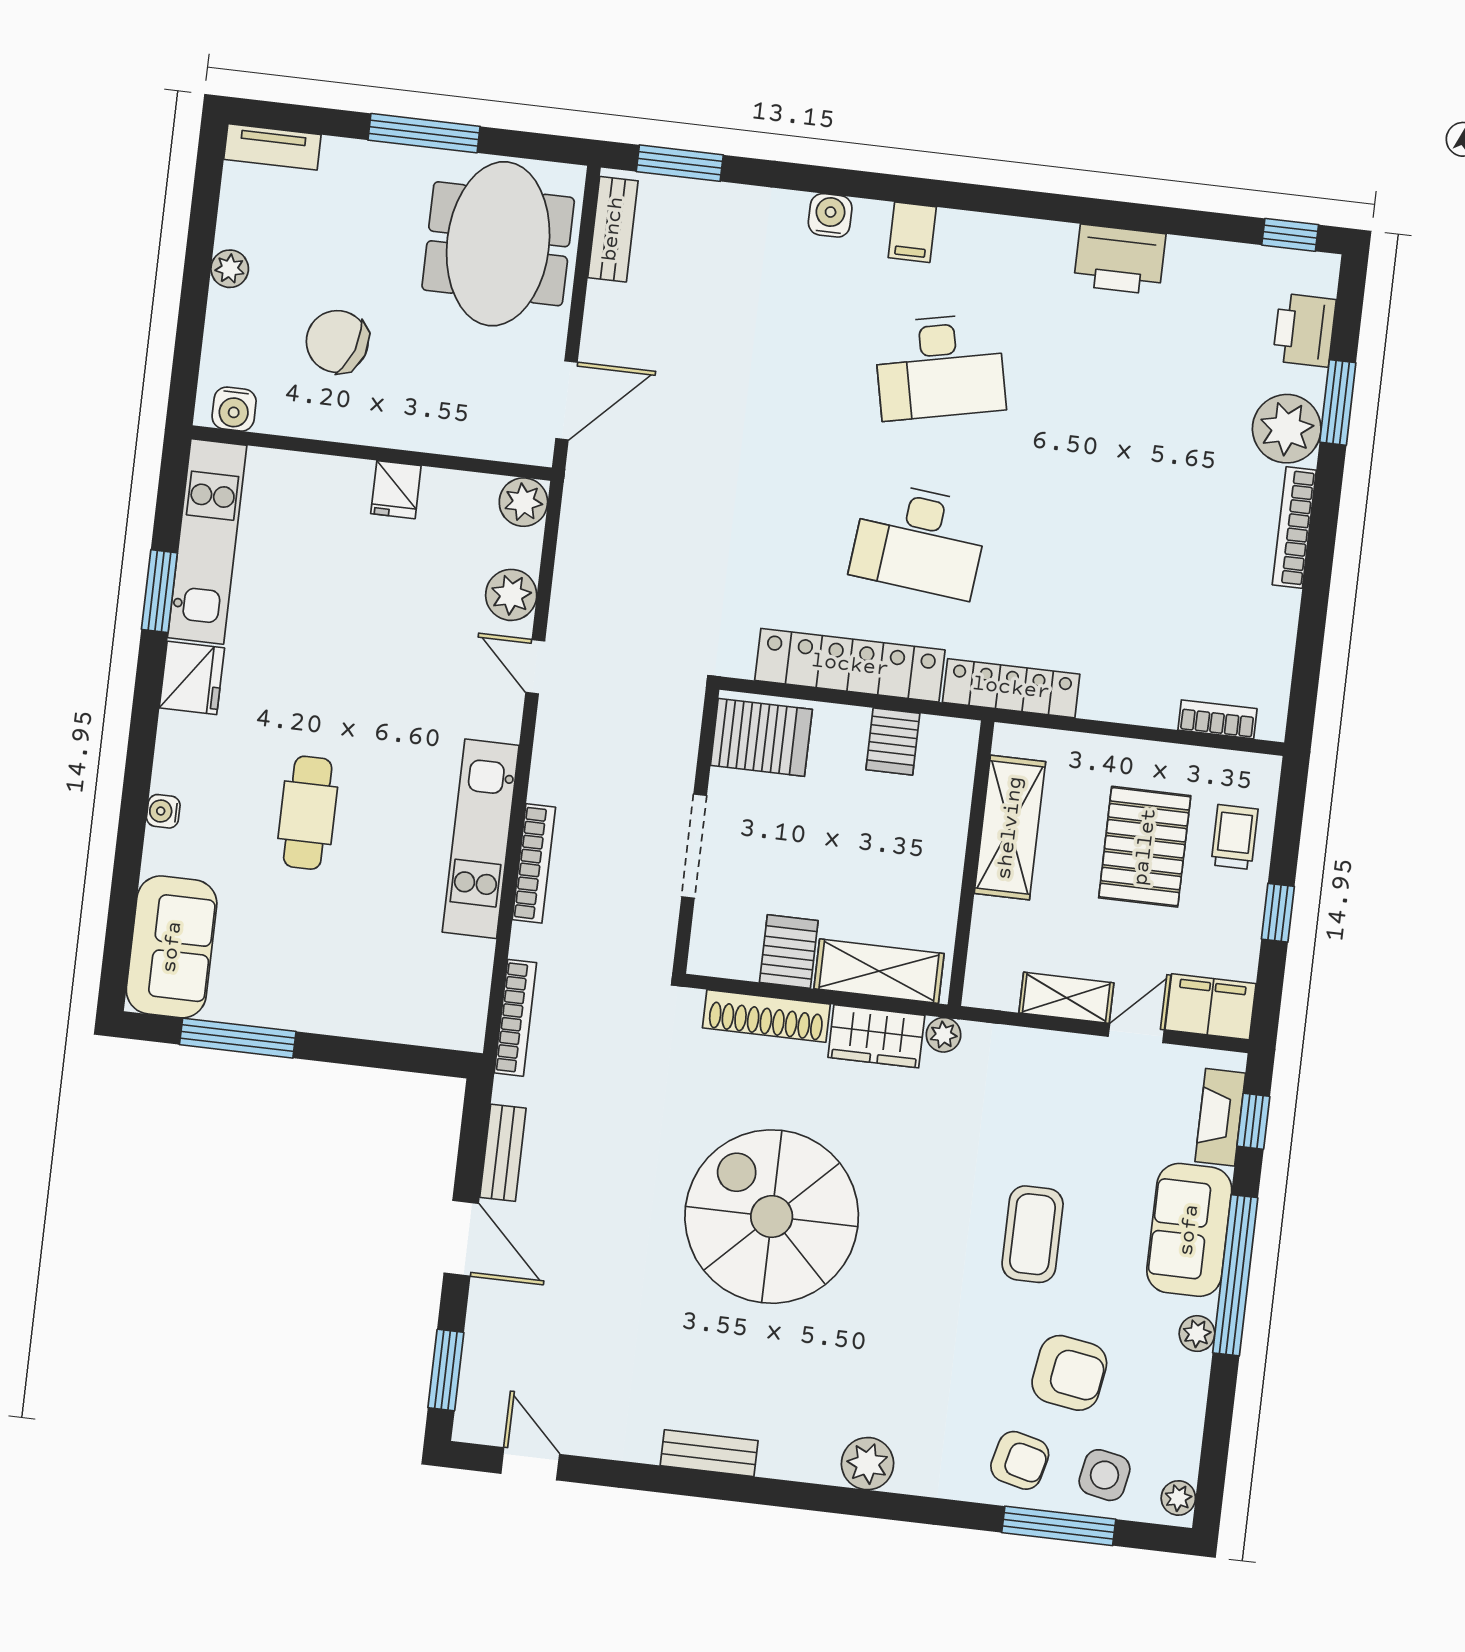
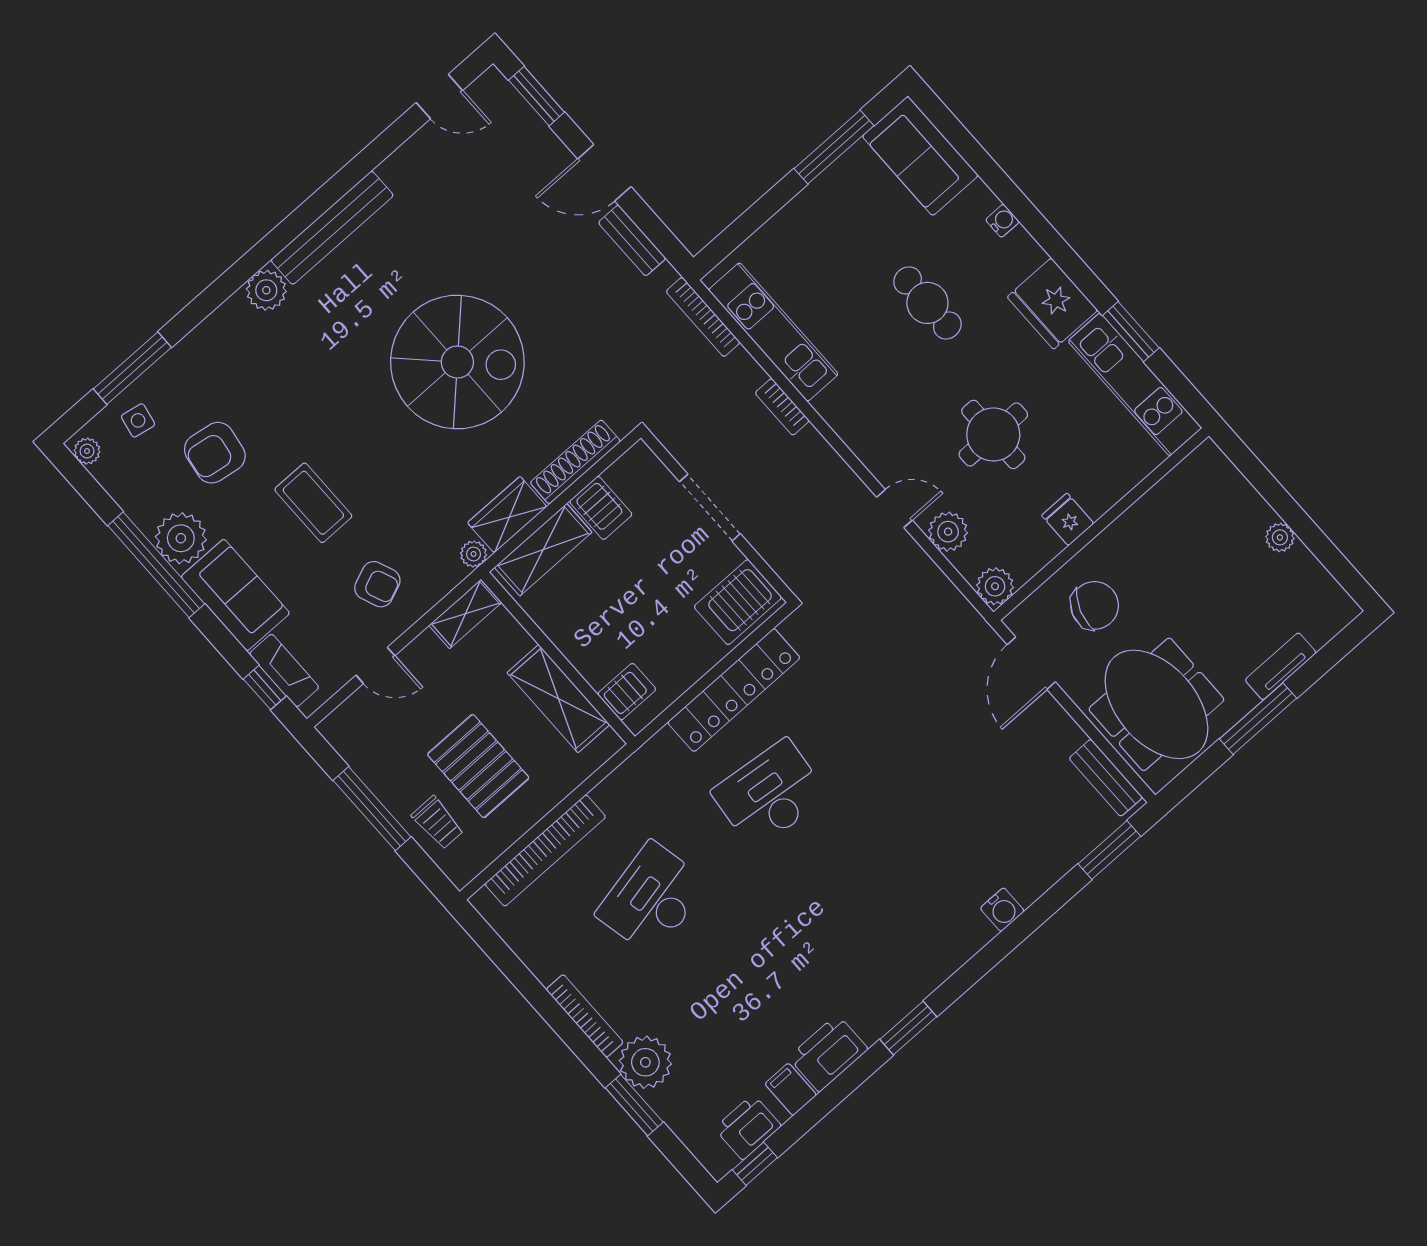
tv unit: (272, 147) -> (1281, 666), moved
window: (1026, 204) -> (908, 1028), added
filing cabinet: (912, 232) -> (791, 1089), moved
printer: (1304, 330) -> (748, 1127), moved, turned -90
chair: (337, 341) -> (1095, 605), moved
desk: (940, 367) -> (652, 899), moved
water cooler: (234, 409) -> (1197, 468), removed
round table: (378, 635) -> (993, 434), added
fridge: (192, 678) -> (1052, 304), width x1.36, depth x1.34
locker: (1011, 688) -> (638, 771), removed
bookcase: (1217, 719) -> (545, 850), width x2.31, depth x1.31
server rack: (893, 742) -> (627, 692), moved, turned 90
kitchen unit: (481, 839) -> (773, 332), moved
bookcase: (534, 863) -> (782, 407), width x0.64
window: (1278, 913) -> (372, 809), width x2.17
shelving: (1066, 998) -> (465, 614), moved
filing cabinet: (1210, 1007) -> (353, 722), removed
door: (1136, 1033) -> (375, 665), hinge flipped
window: (1235, 1275) -> (156, 565), moved
plant: (1197, 1334) -> (181, 538), width x1.87, depth x1.87
bench: (709, 1453) -> (332, 228), width x1.86, depth x1.21
armchair: (1020, 1460) -> (377, 584), moved, turned -126
side table: (1105, 1475) -> (138, 420), width x0.73, depth x0.73

